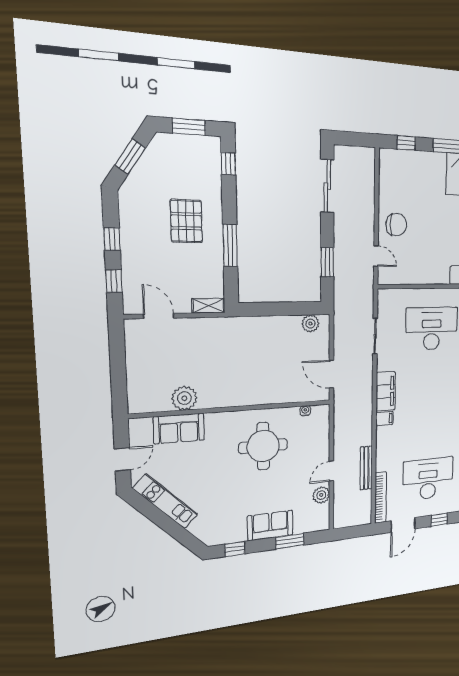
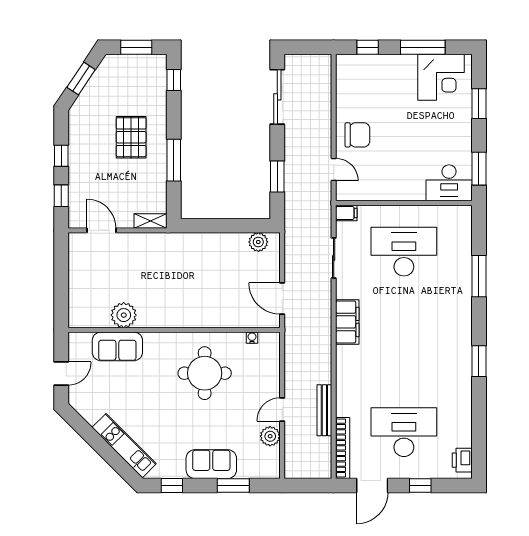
filing cabinet: (384, 418) -> (346, 213), moved
kitchen unit: (165, 501) -> (124, 446), moved

